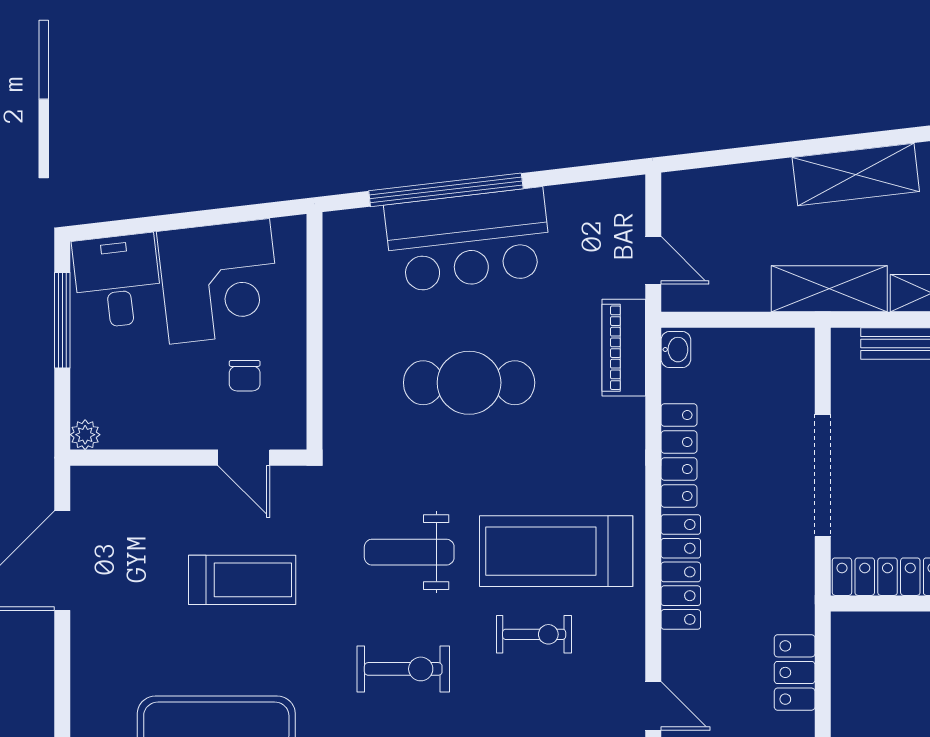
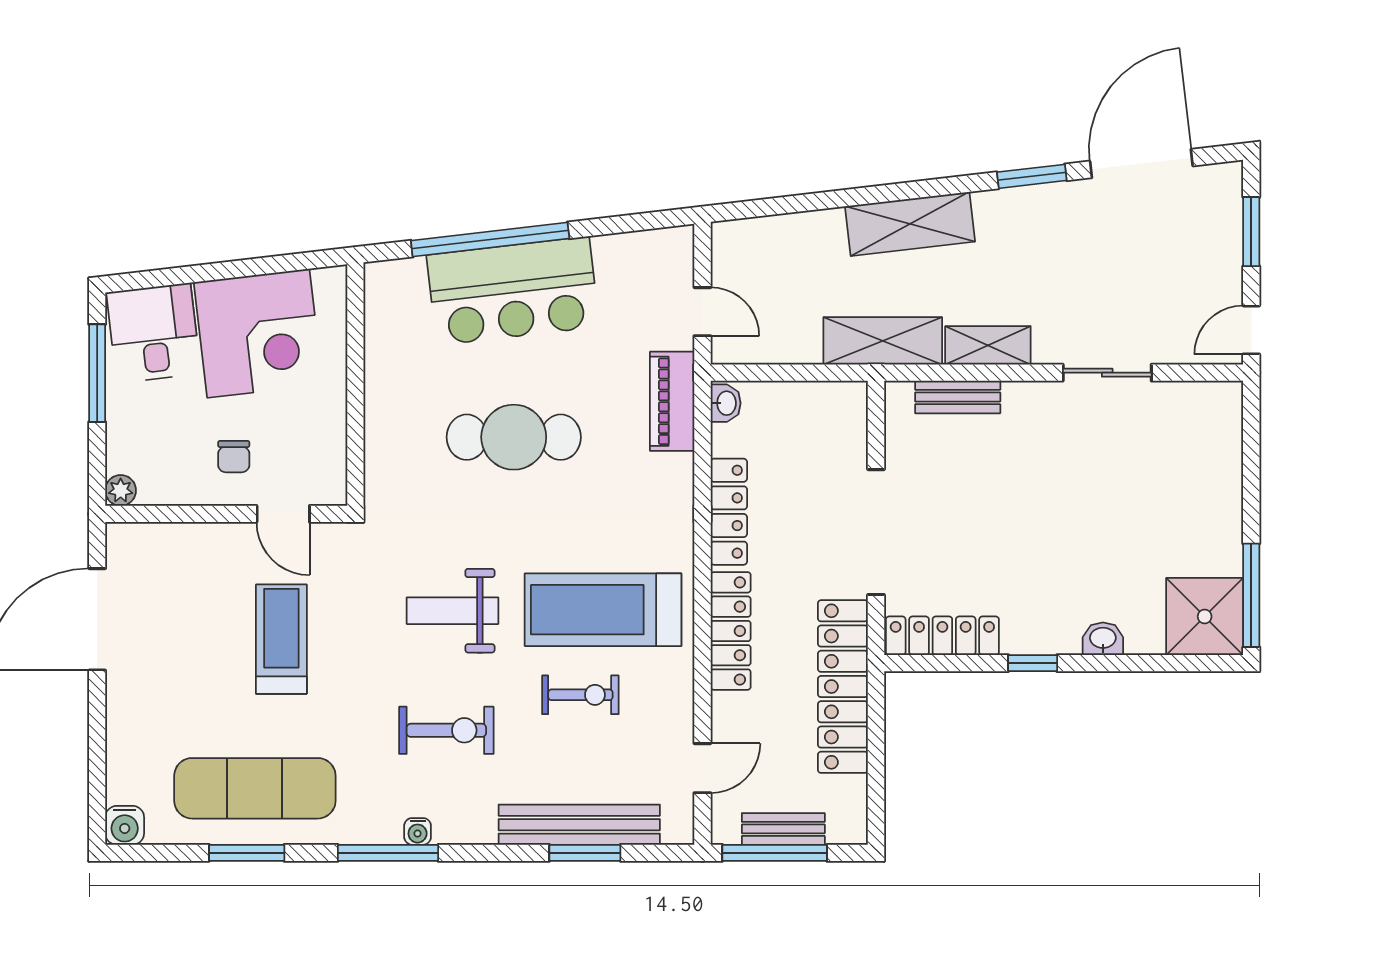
chair: (245, 376) -> (234, 457), moved
treadmill: (242, 580) -> (281, 639), turned -90
locker: (795, 672) -> (843, 687), width x2.16, depth x1.21
door: (653, 706) -> (702, 768), hinge flipped

